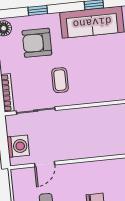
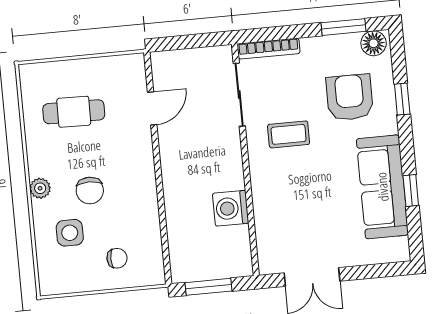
washing machine: (18, 146) -> (231, 208), moved, turned 90
door: (45, 164) -> (152, 108), swing flipped

